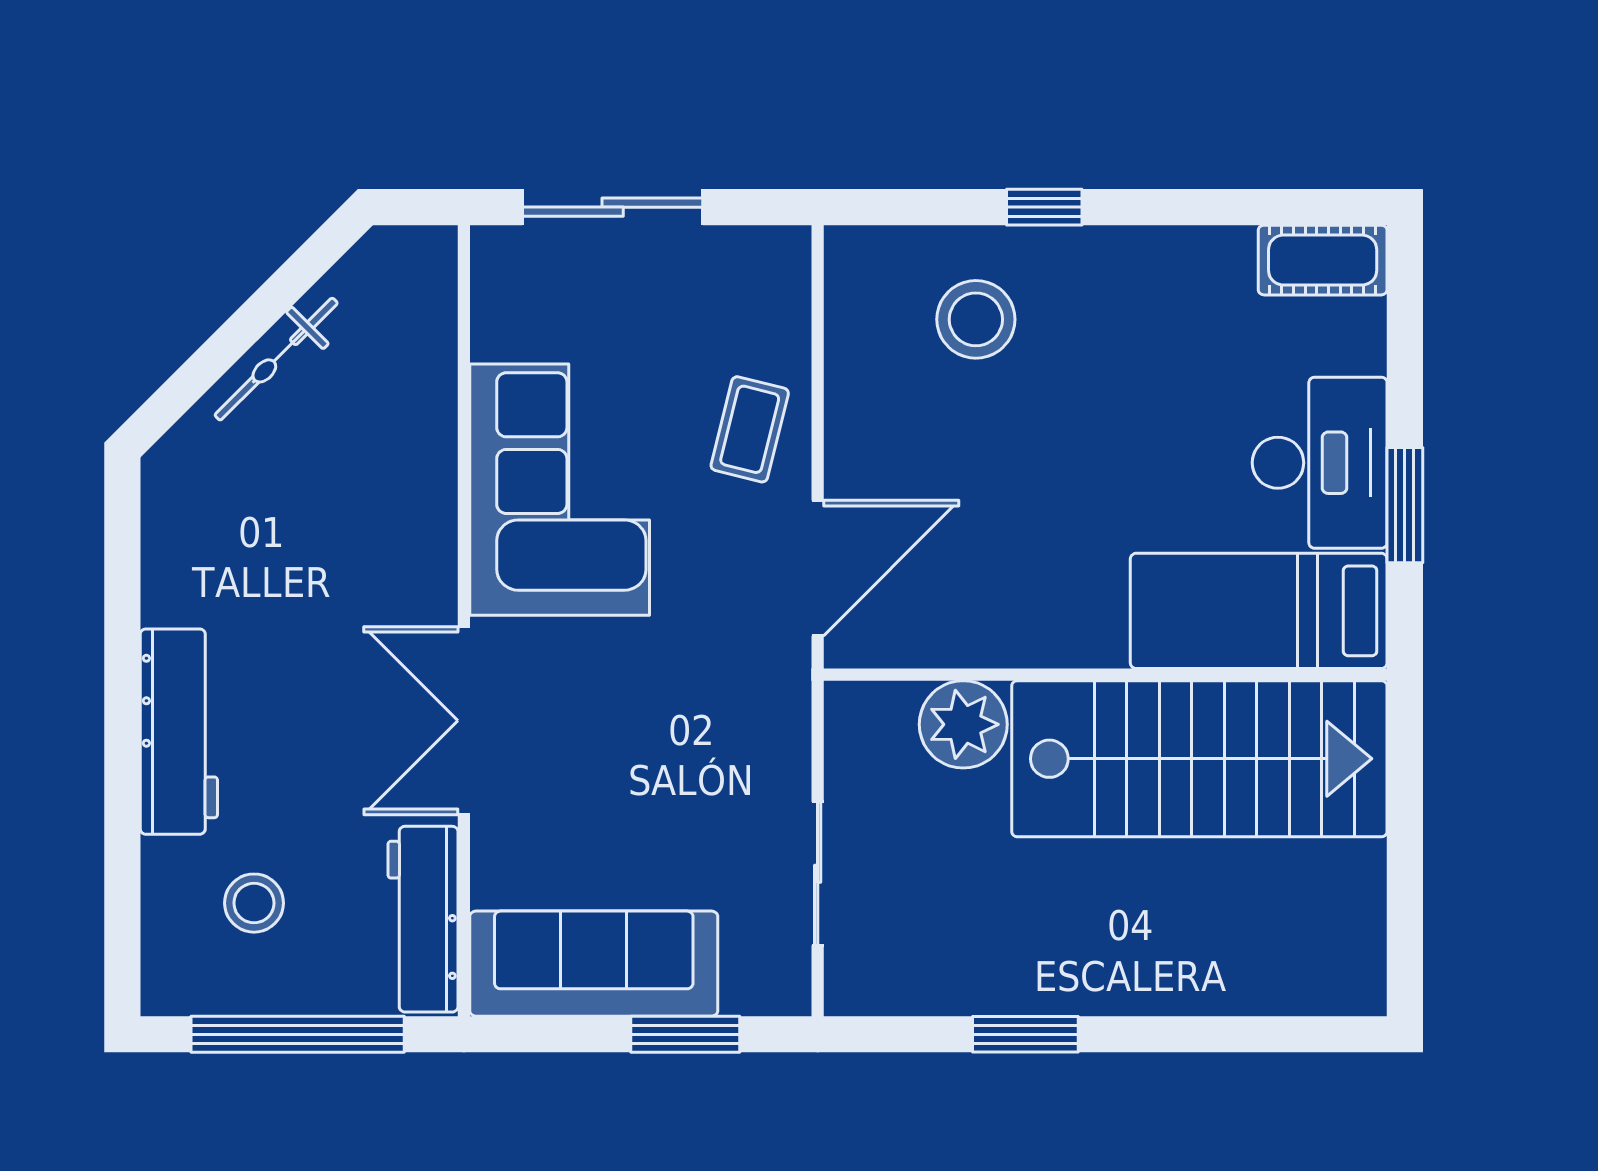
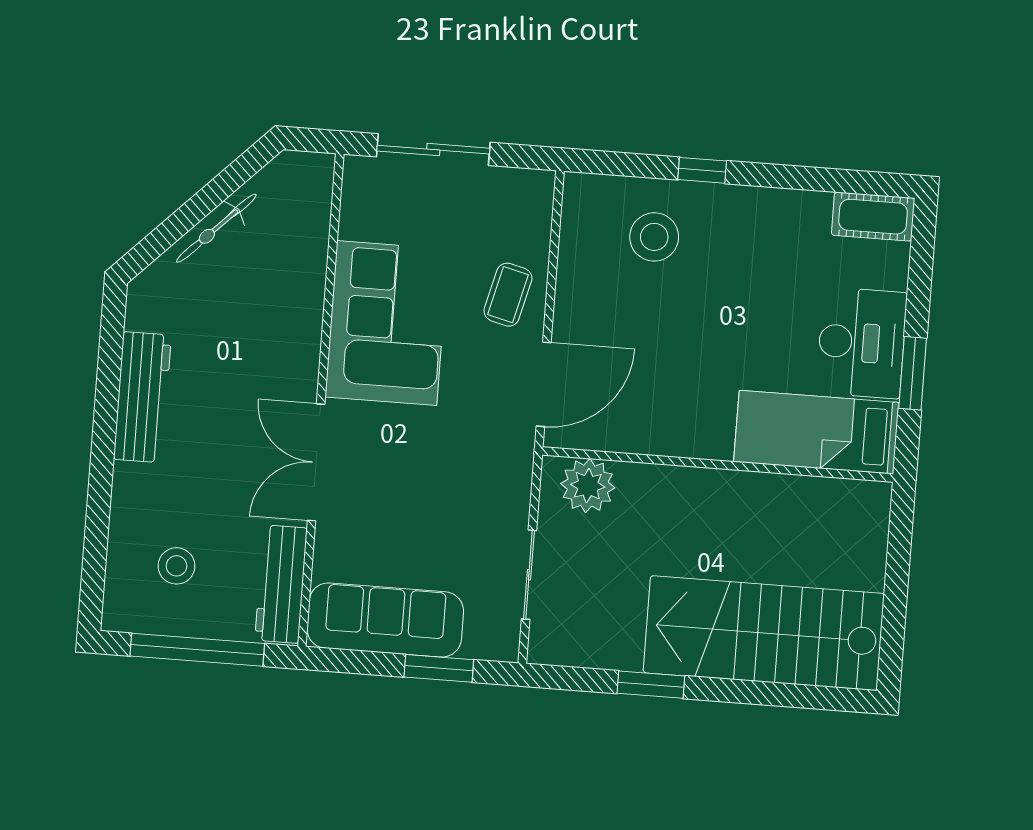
plant: (963, 724) -> (588, 486), moved
workbench: (179, 732) -> (142, 397), moved
stairs: (1199, 759) -> (764, 633), moved, turned 180

